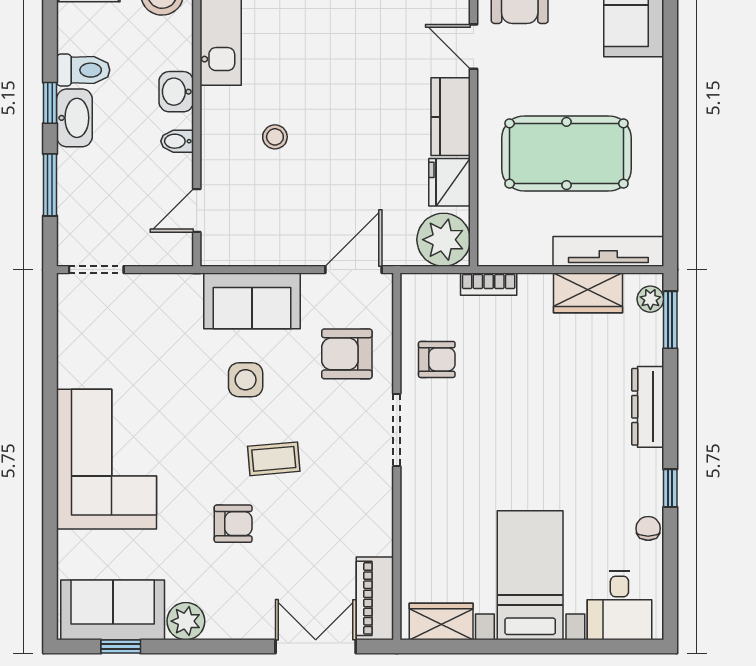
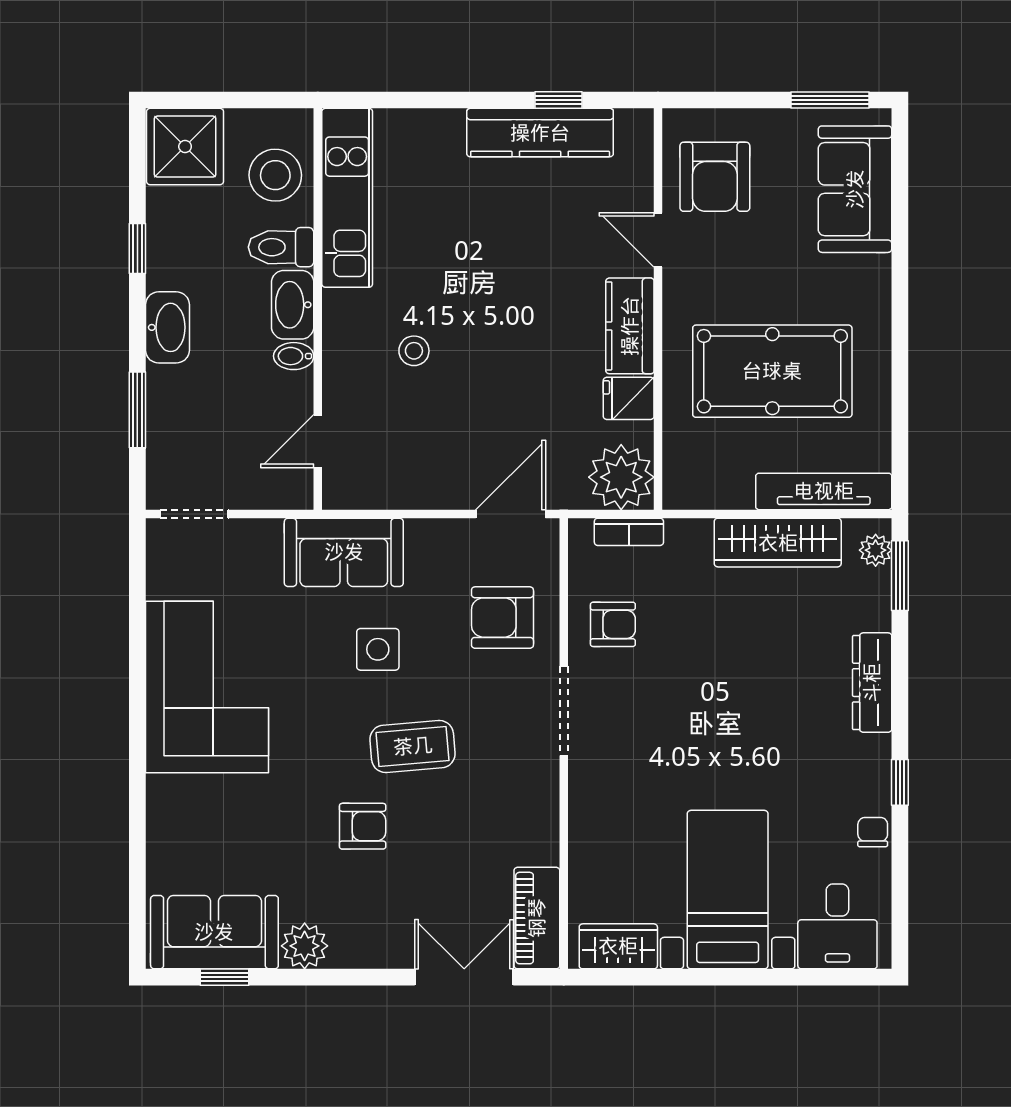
toilet: (83, 70) -> (281, 247), moved, turned 180
washbasin: (176, 92) -> (293, 305), width x1.38
window: (50, 103) -> (137, 248), moved
fridge: (450, 182) -> (629, 398), width x0.72
bookcase: (489, 284) -> (629, 532), moved
wardrobe: (588, 293) -> (778, 543), width x1.50
sofa: (252, 301) -> (344, 552), moved
corner sofa: (107, 459) -> (207, 687), moved
coffee table: (274, 459) -> (413, 746), width x1.36, depth x1.30

